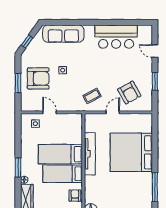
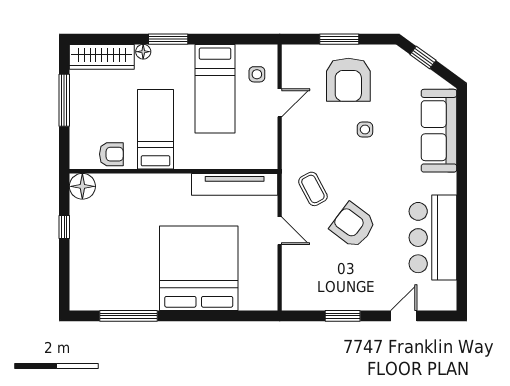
armchair: (129, 93) -> (353, 225), moved, turned 66
bed: (60, 154) -> (215, 89), moved, turned 180
tv unit: (90, 154) -> (235, 184), moved

